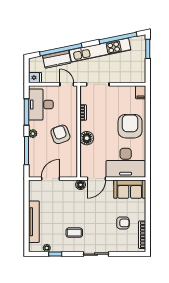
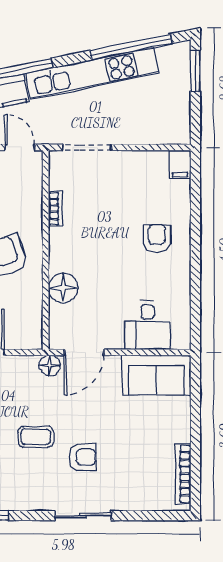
armchair: (130, 126) -> (157, 238), width x0.53, depth x0.53
floor lamp: (87, 138) -> (63, 288), moved
desk: (126, 163) -> (147, 325), width x0.53, depth x0.77
armchair: (123, 223) -> (82, 457), moved
coffee table: (74, 233) -> (36, 437), moved

